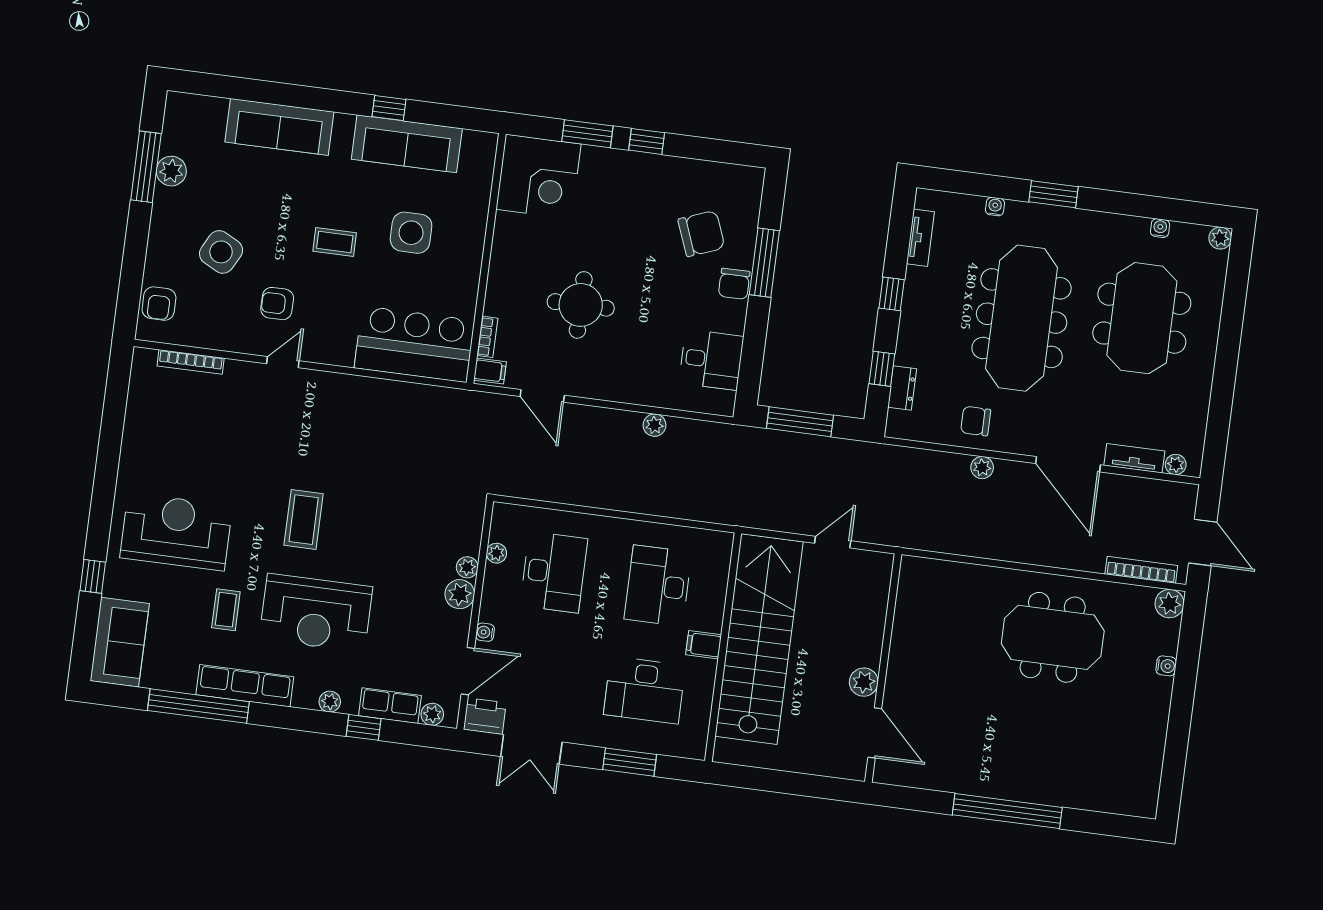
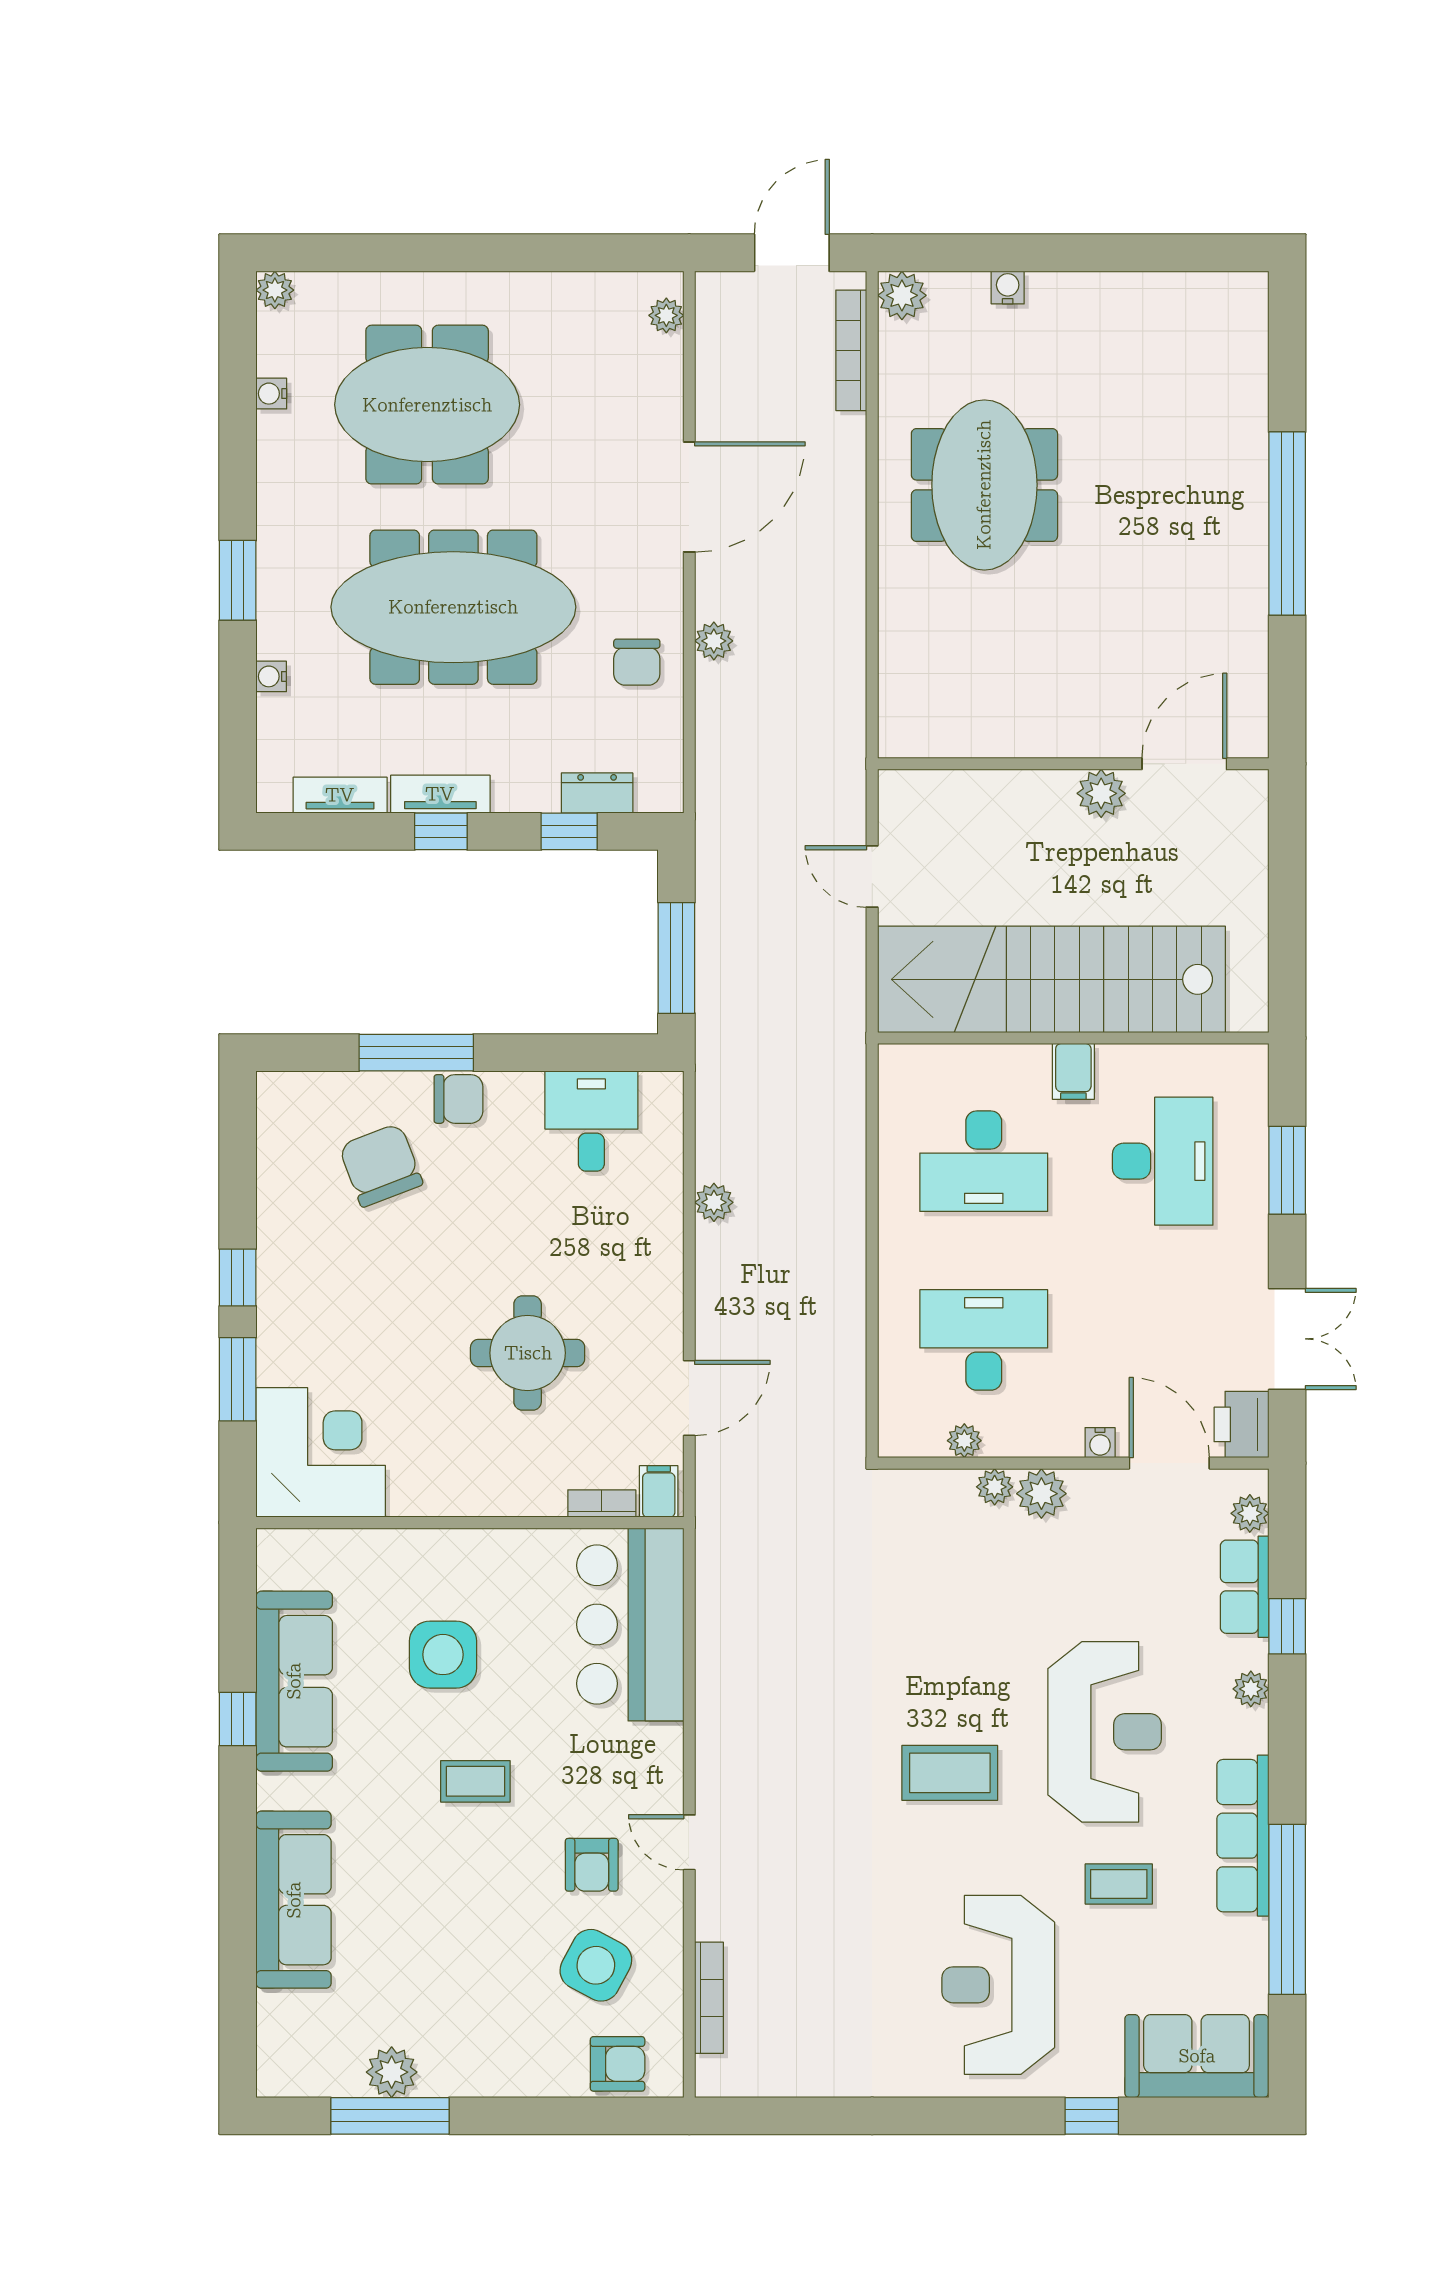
coffee table: (335, 242) -> (475, 1781), turned 90
side table: (221, 252) -> (596, 1965), moved
tv unit: (1134, 458) -> (440, 794), moved, turned 90

